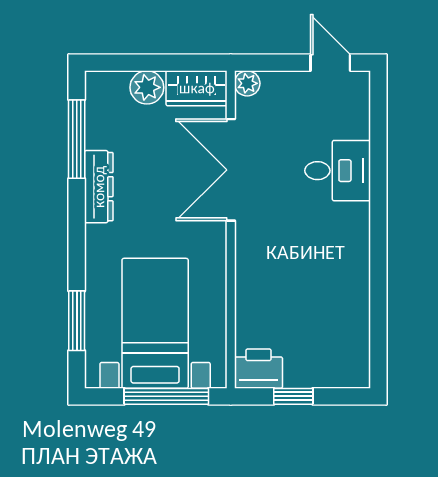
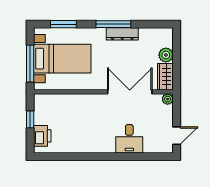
window: (77, 139) -> (113, 24), moved
printer: (258, 369) -> (42, 136), moved

